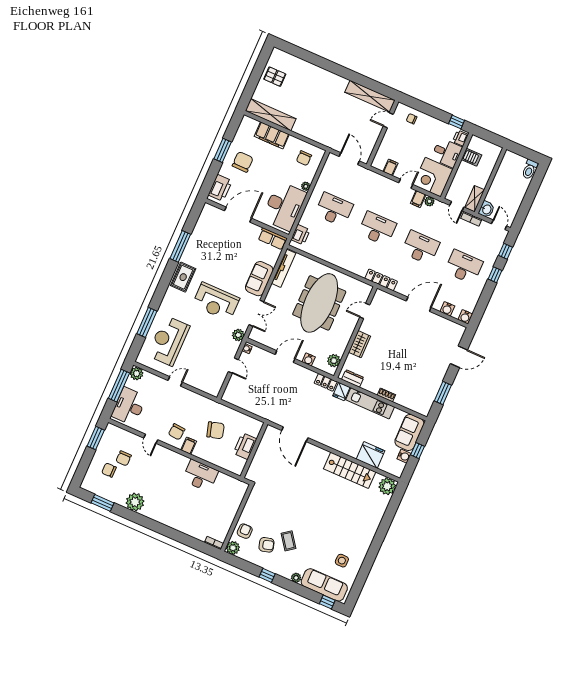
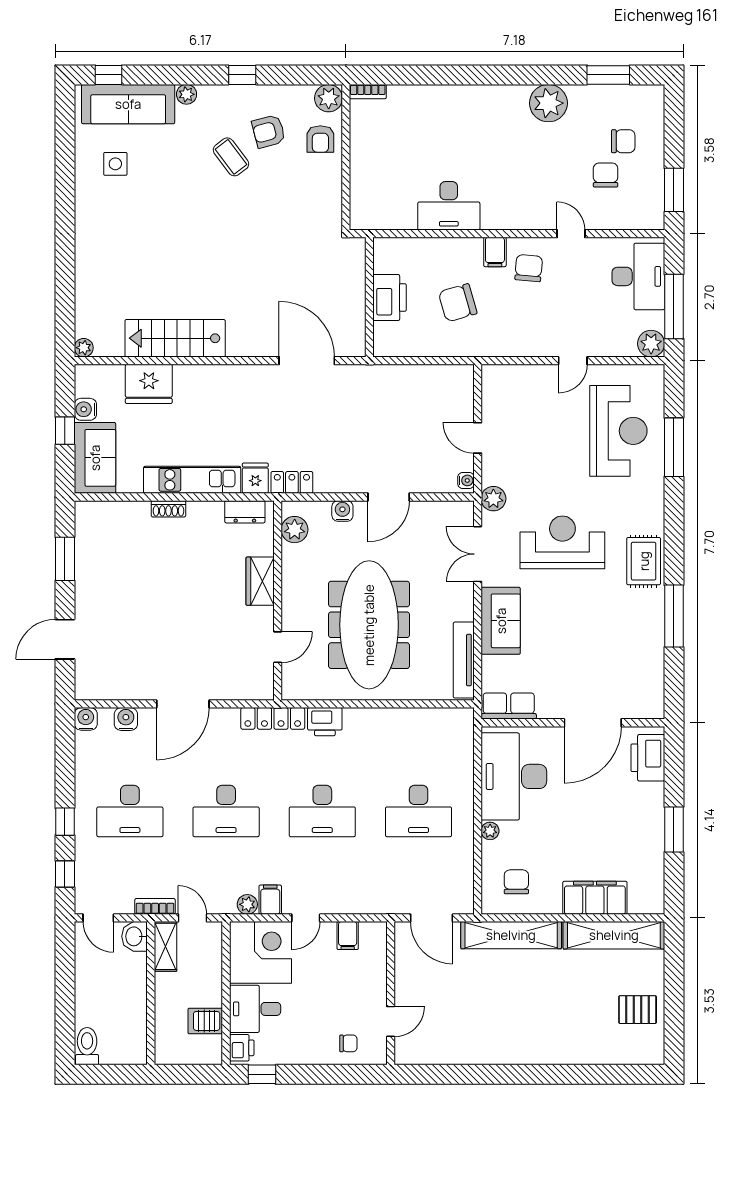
shelving: (370, 96) -> (511, 935), moved
chair: (243, 162) -> (627, 825), removed
printer: (301, 235) -> (325, 722), moved, turned -90
plant: (387, 486) -> (84, 348), width x0.53, depth x0.53

